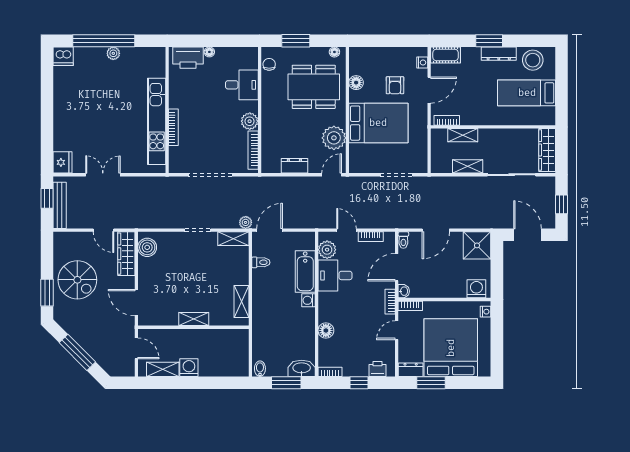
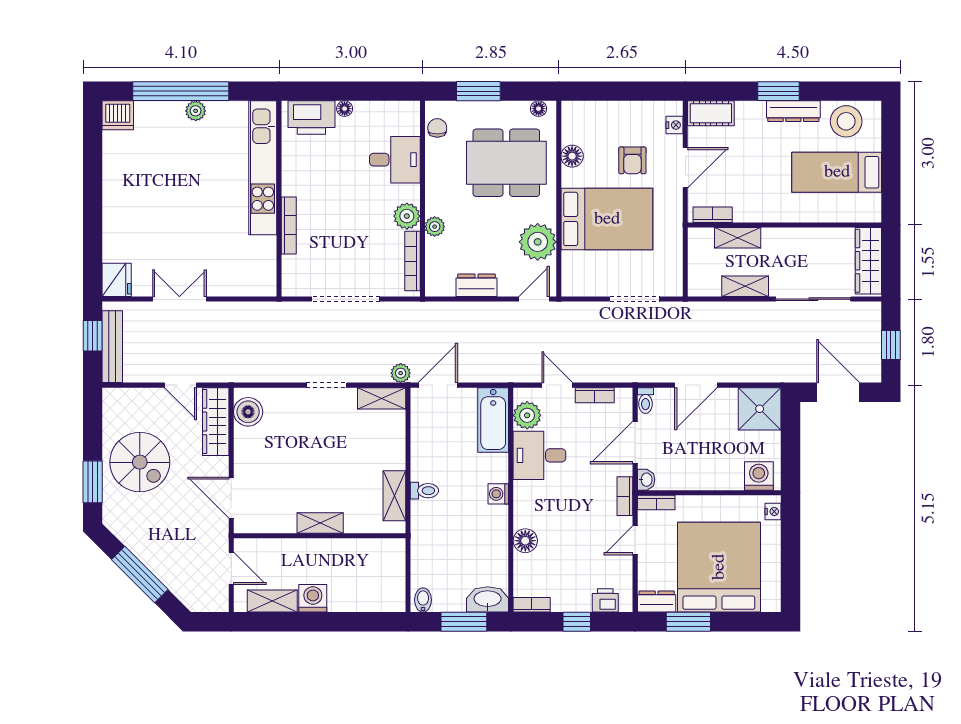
kitchen unit: (157, 121) -> (263, 168), moved
plant: (267, 128) -> (435, 227), added
toilet: (261, 262) -> (424, 491), moved
bathtub: (305, 272) -> (493, 420), moved

